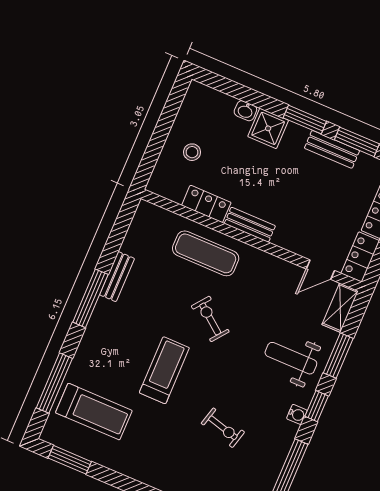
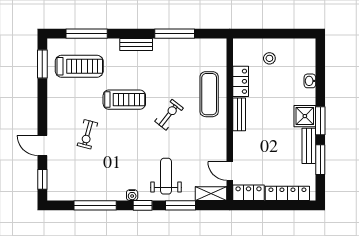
shower: (268, 128) -> (305, 116), moved
bench: (117, 277) -> (136, 44), moved
window: (90, 298) -> (175, 34), moved
treadmill: (94, 412) -> (79, 66), turned -90
exercise bike: (223, 428) -> (87, 134), moved

